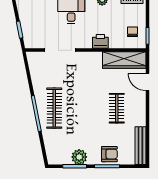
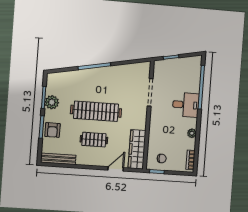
printer: (100, 41) -> (155, 129), removed
clothes rail: (54, 108) -> (96, 111), moved, width x1.37, depth x1.31

